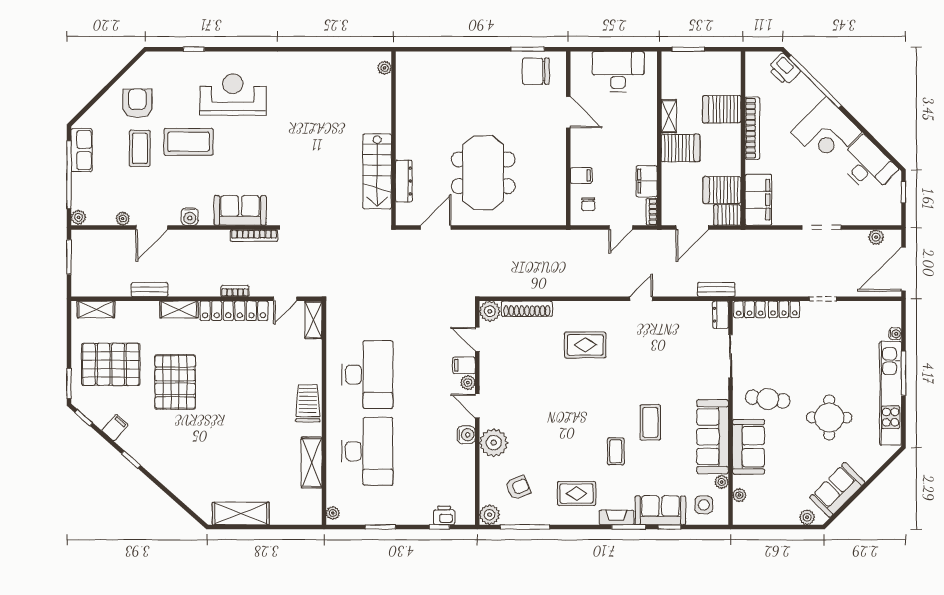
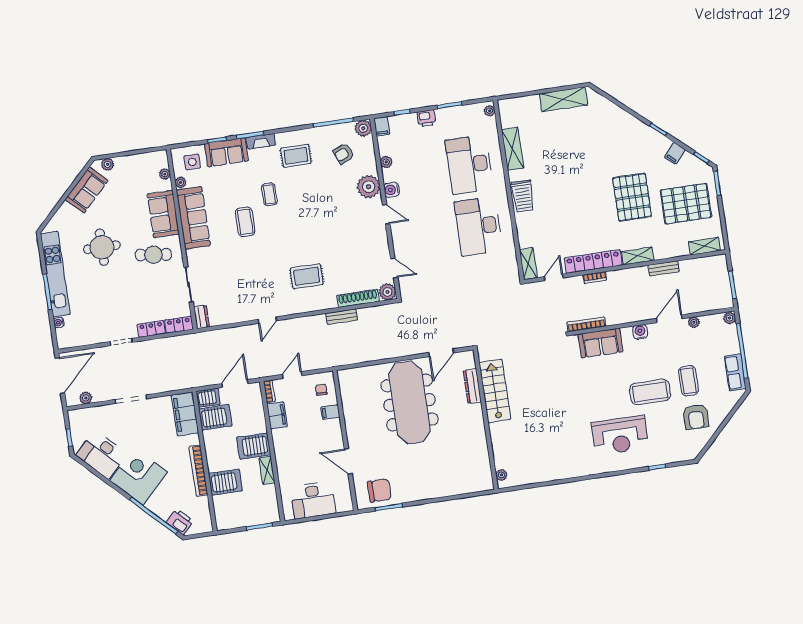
meeting table: (483, 173) -> (410, 402), width x1.36
bench: (716, 289) -> (342, 317), moved
filing cabinet: (464, 365) -> (382, 126), moved, turned 90
plant: (468, 383) -> (386, 162), moved
printer: (444, 515) -> (426, 118), moved

